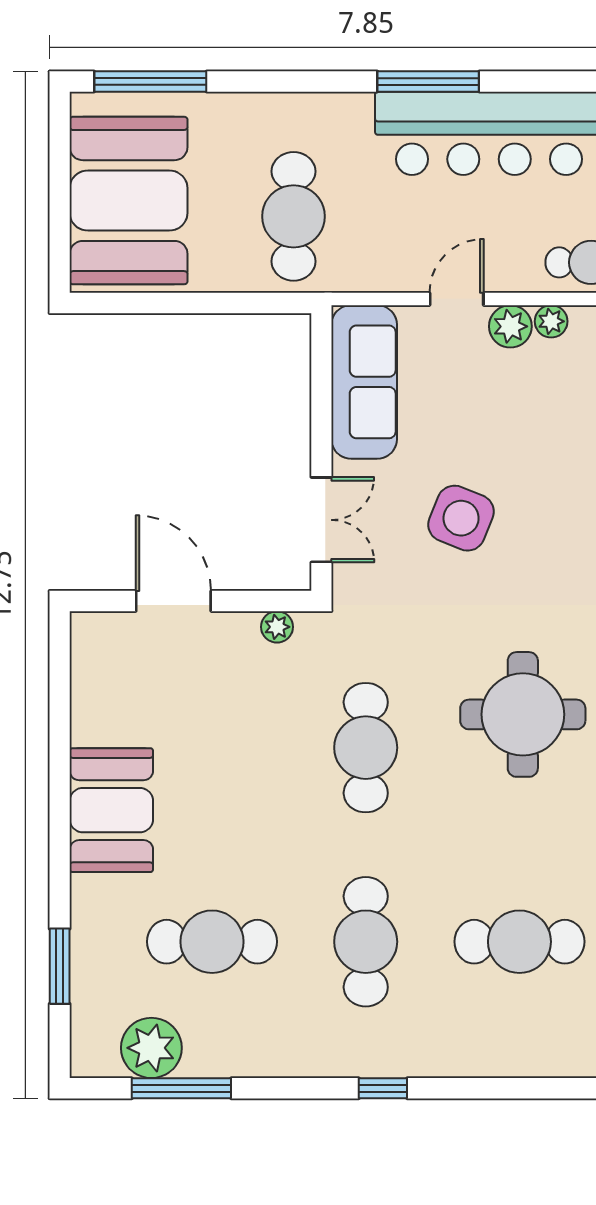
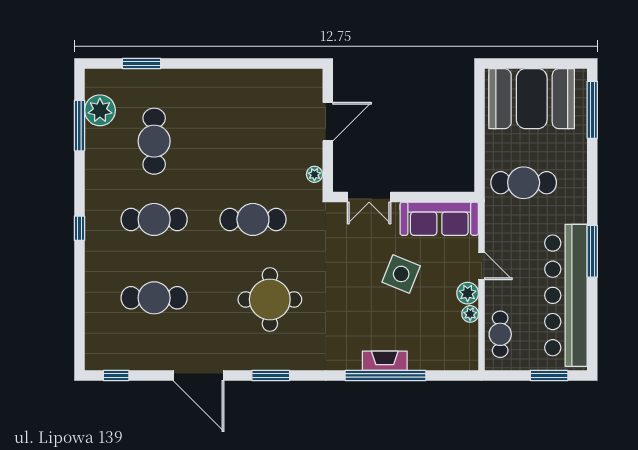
side table: (461, 518) -> (401, 274), moved
booth: (111, 810) -> (221, 90), removed
cafe table: (519, 942) -> (154, 298), turned 90

